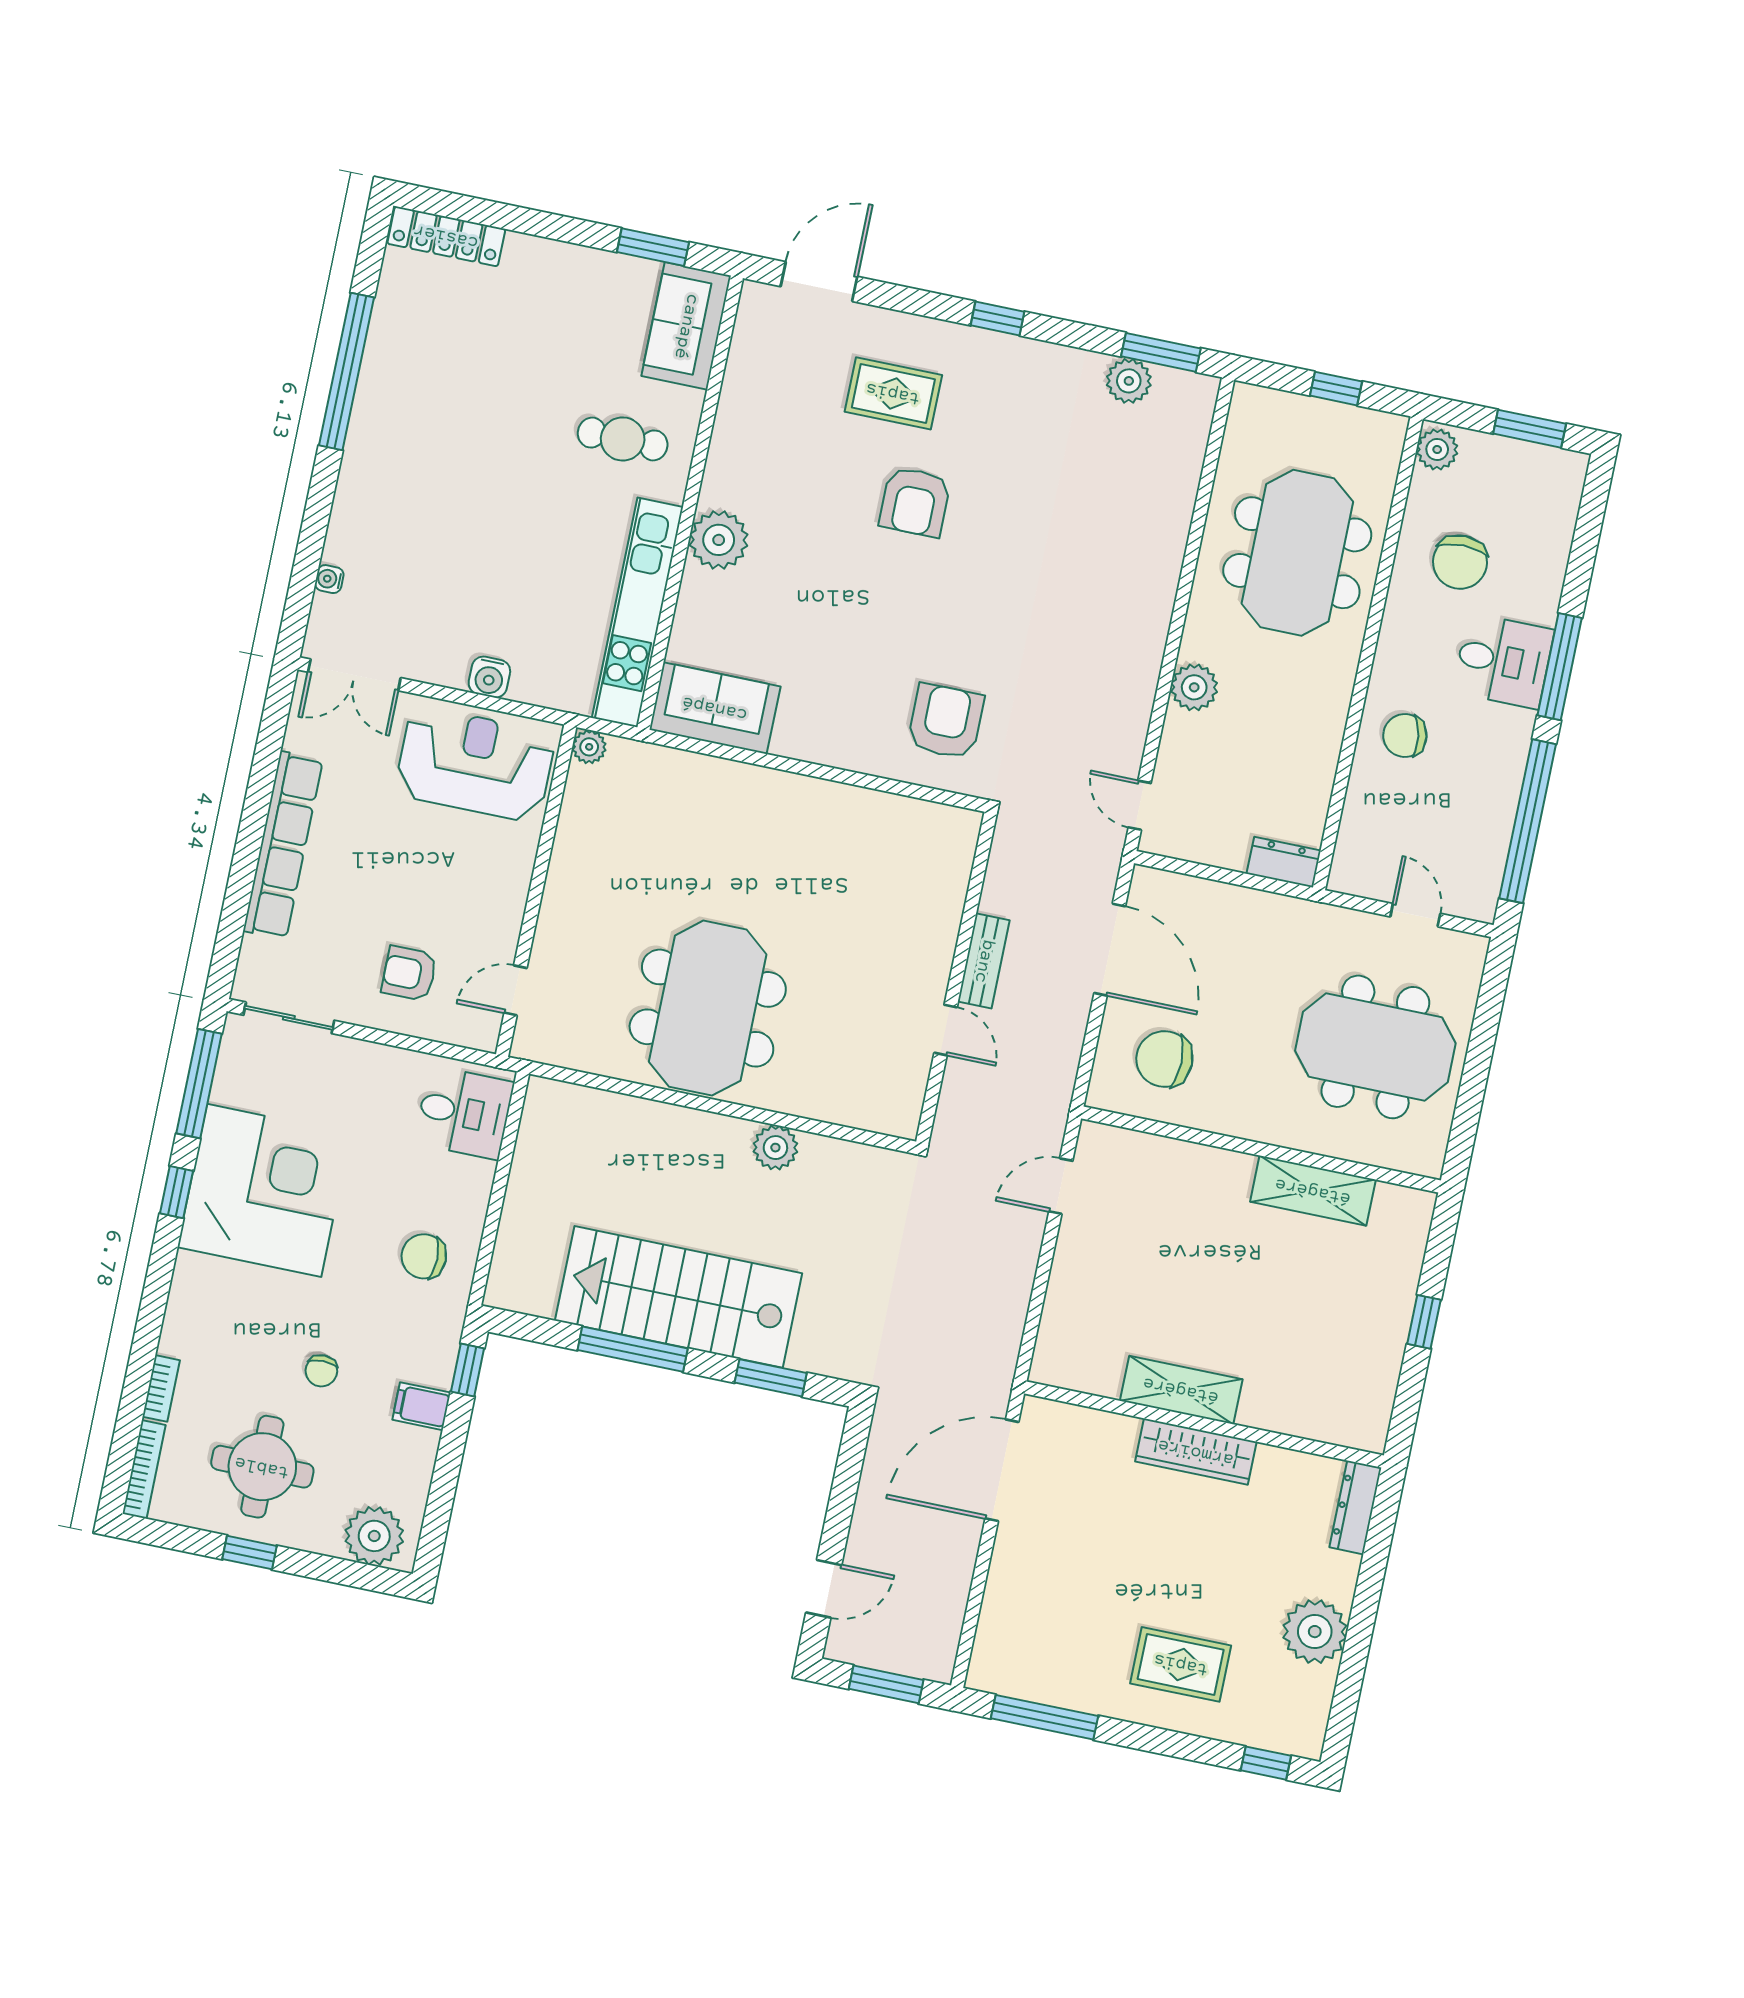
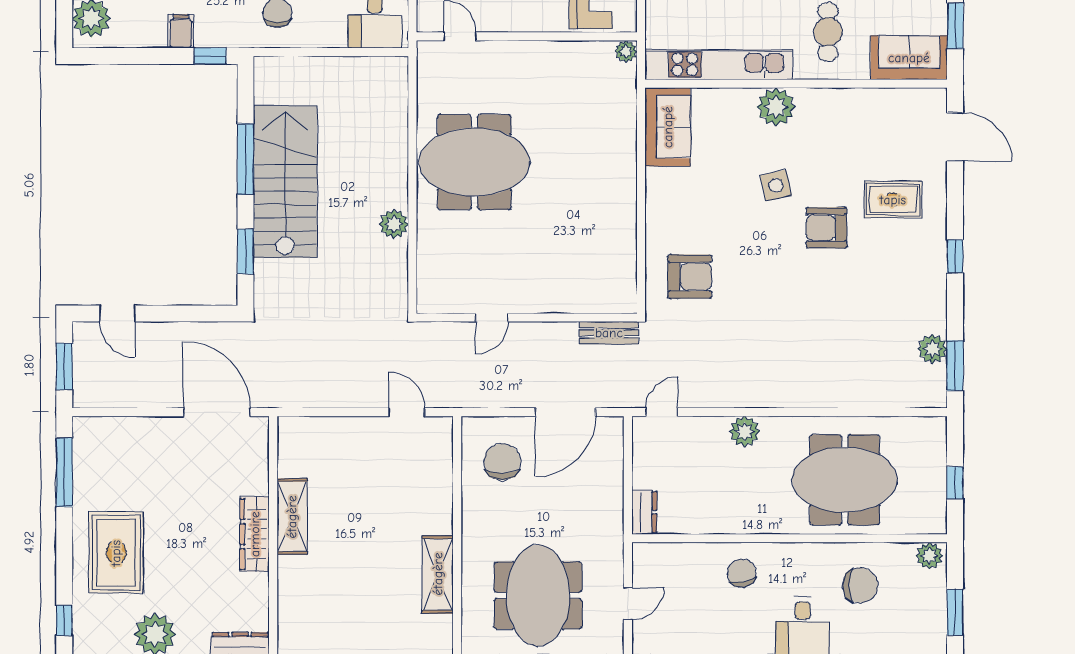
rug: (893, 393) -> (893, 200), turned 90
chair: (1460, 562) -> (860, 585), turned 180
side table: (836, 564) -> (776, 185), added
bench: (984, 961) -> (609, 333), moved
rug: (1181, 1664) -> (116, 553), width x1.36, depth x1.43

